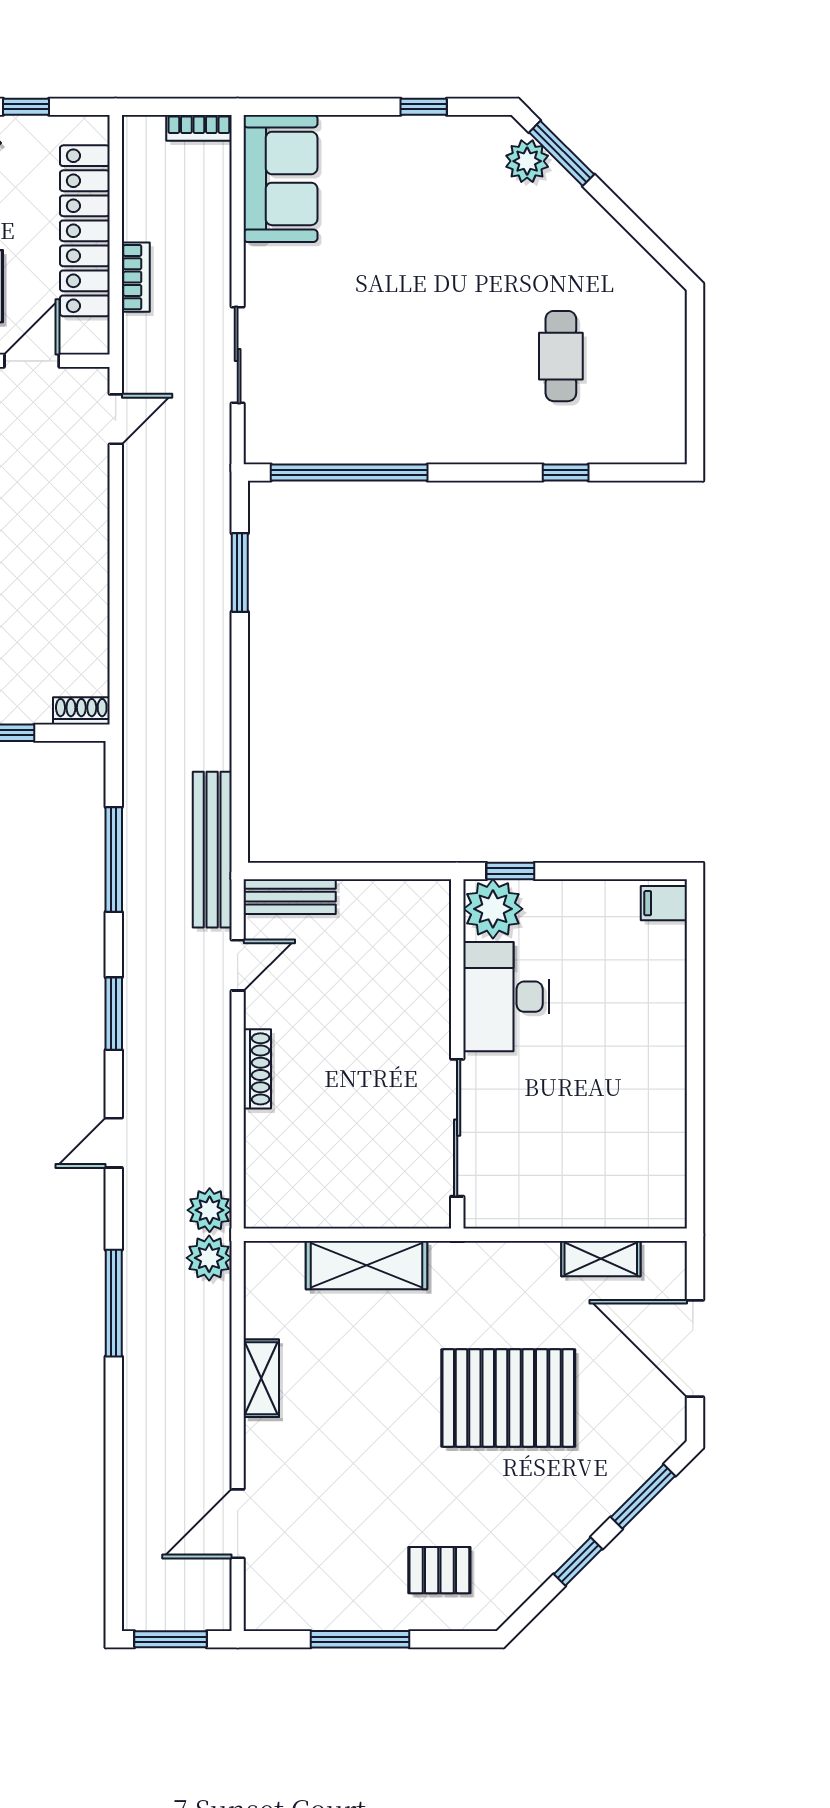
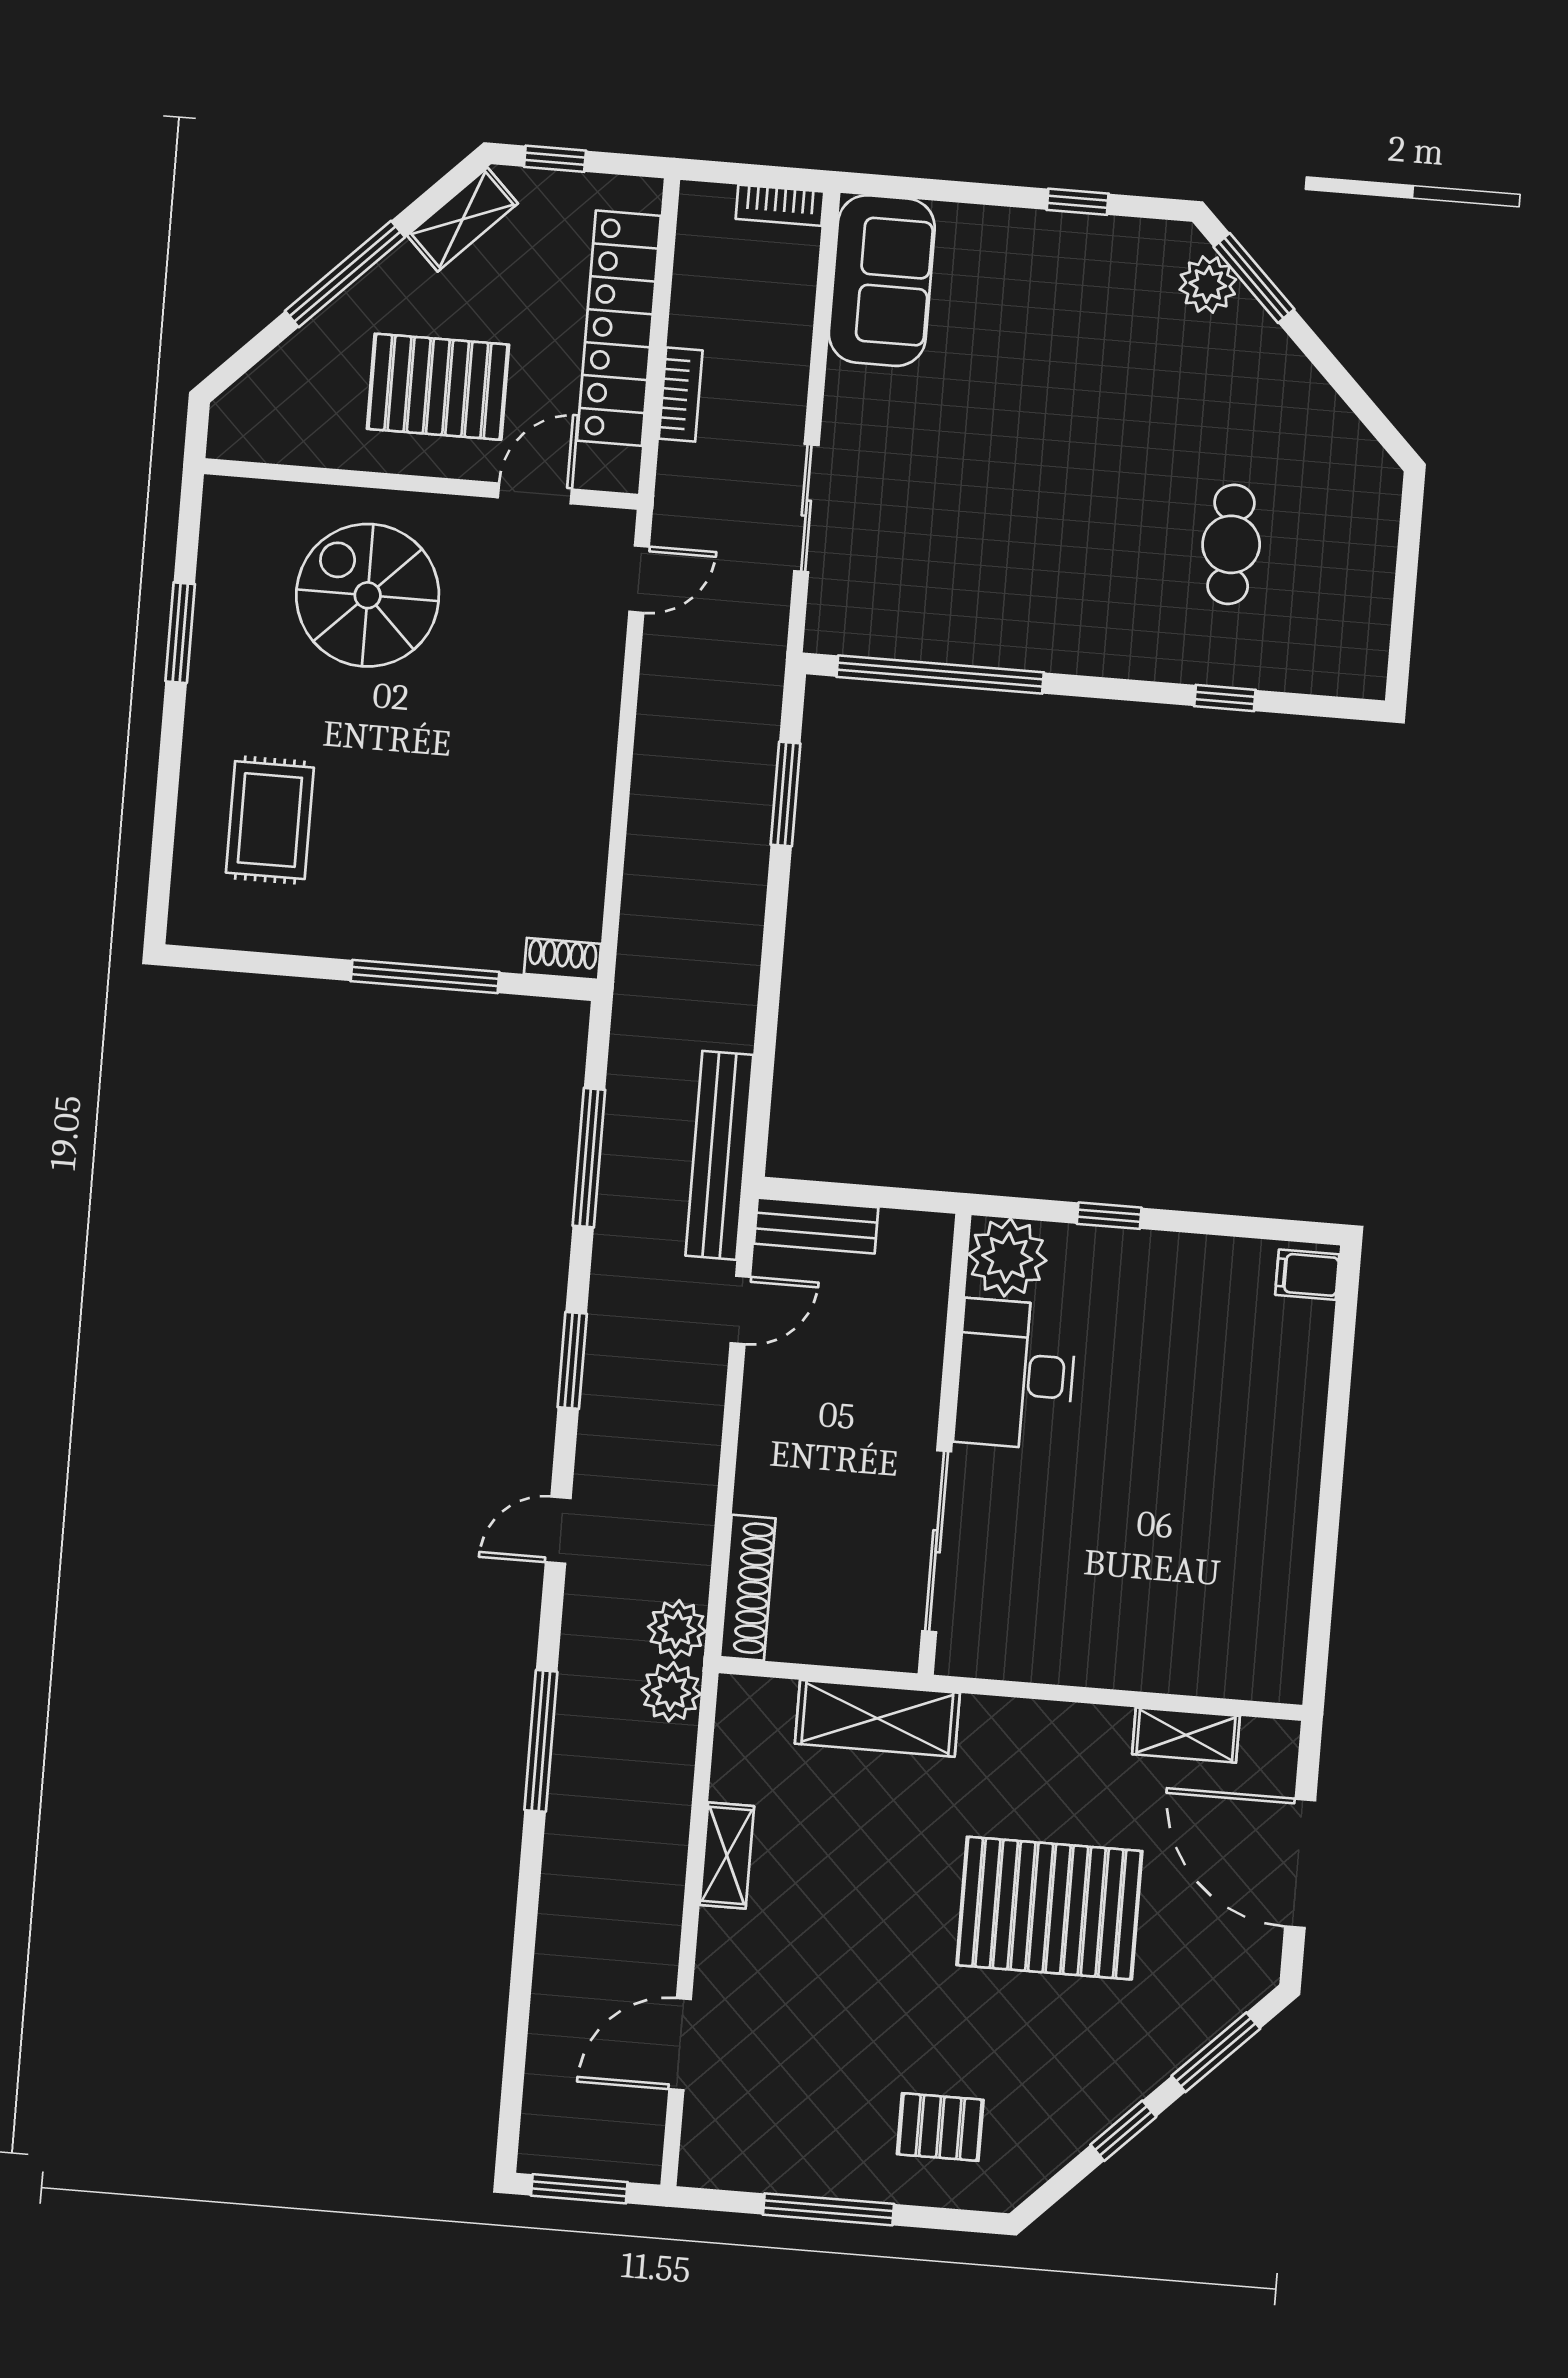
plant: (493, 909) -> (1007, 1257), moved
desk: (506, 997) -> (1015, 1374), moved
wall: (457, 1054) -> (945, 1444), moved
shoe rack: (257, 1069) -> (748, 1588), moved, width x1.36, depth x1.24
sliding door: (457, 1128) -> (937, 1541), moved

